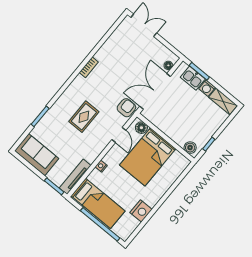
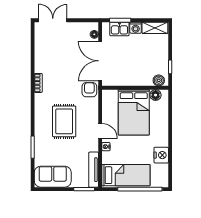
rug: (84, 117) -> (64, 121), width x1.36, depth x1.43
floor lamp: (141, 128) -> (156, 95), moved
door: (119, 135) -> (100, 131), moved

